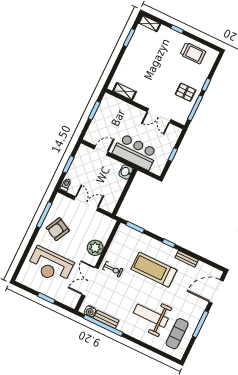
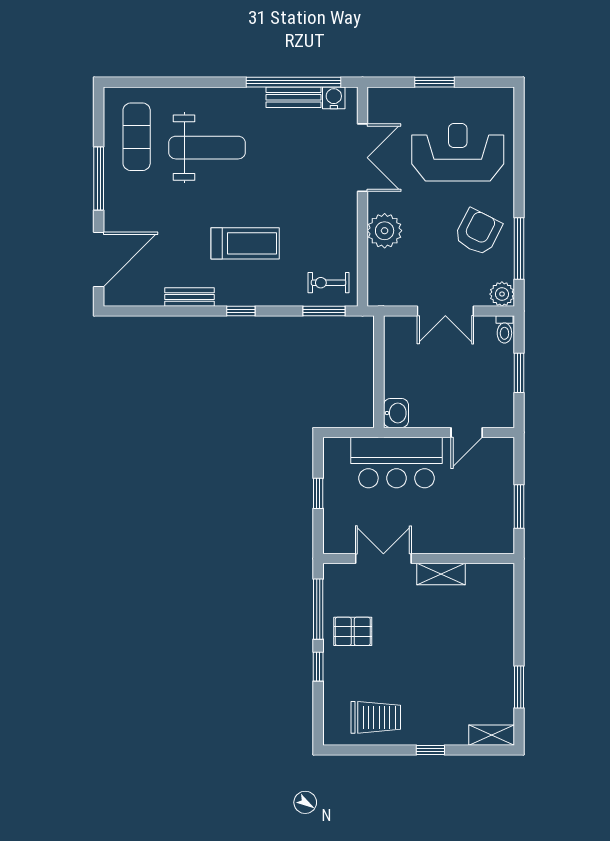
trolley: (193, 53) -> (376, 717), turned 180
shelving: (124, 91) -> (441, 574), moved
plant: (60, 200) -> (502, 294), added
exercise bike: (113, 269) -> (329, 283), moved
treadmill: (154, 270) -> (245, 243), width x0.73, depth x0.73

